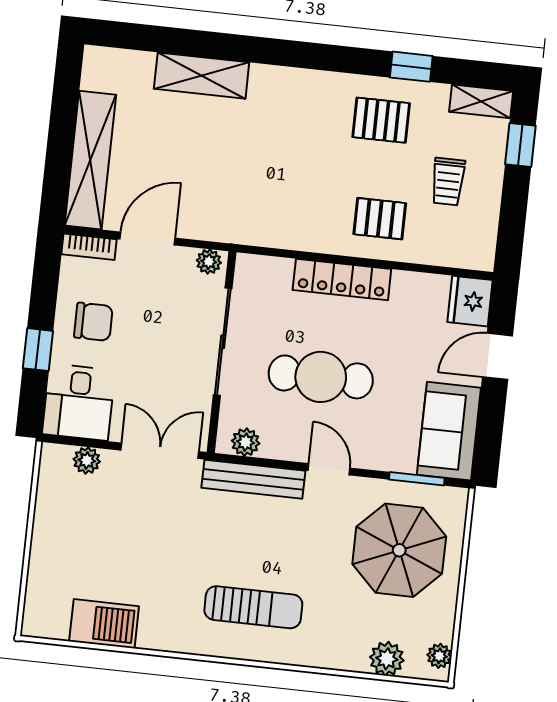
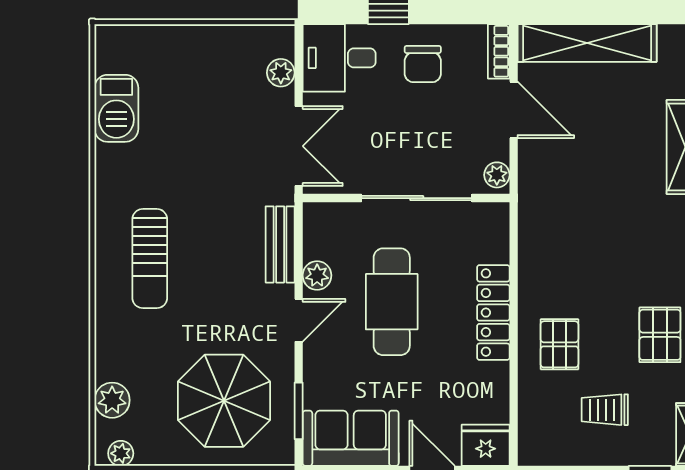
plant: (246, 442) -> (317, 275), moved
bench: (253, 479) -> (280, 244), width x0.73

